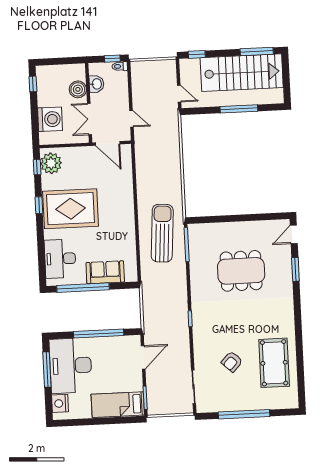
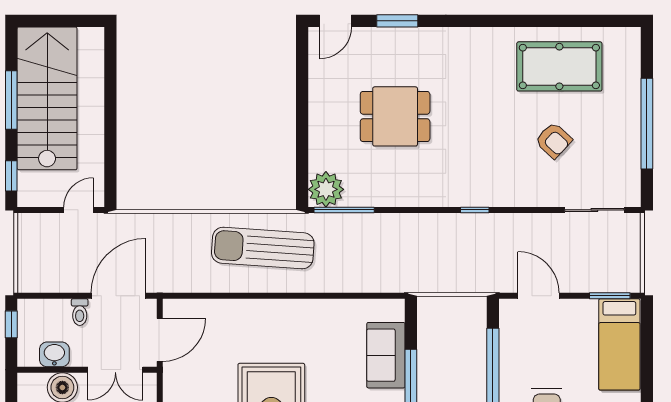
window: (257, 52) -> (11, 100), moved
toilet: (120, 66) -> (80, 312), moved
window: (239, 109) -> (110, 106), removed
door: (132, 119) -> (118, 296), width x1.88
sun lounger: (162, 233) -> (263, 248), moved
plant: (198, 234) -> (326, 189), added
door: (294, 234) -> (336, 21), hinge flipped
dining table: (241, 271) -> (395, 116), width x0.73

